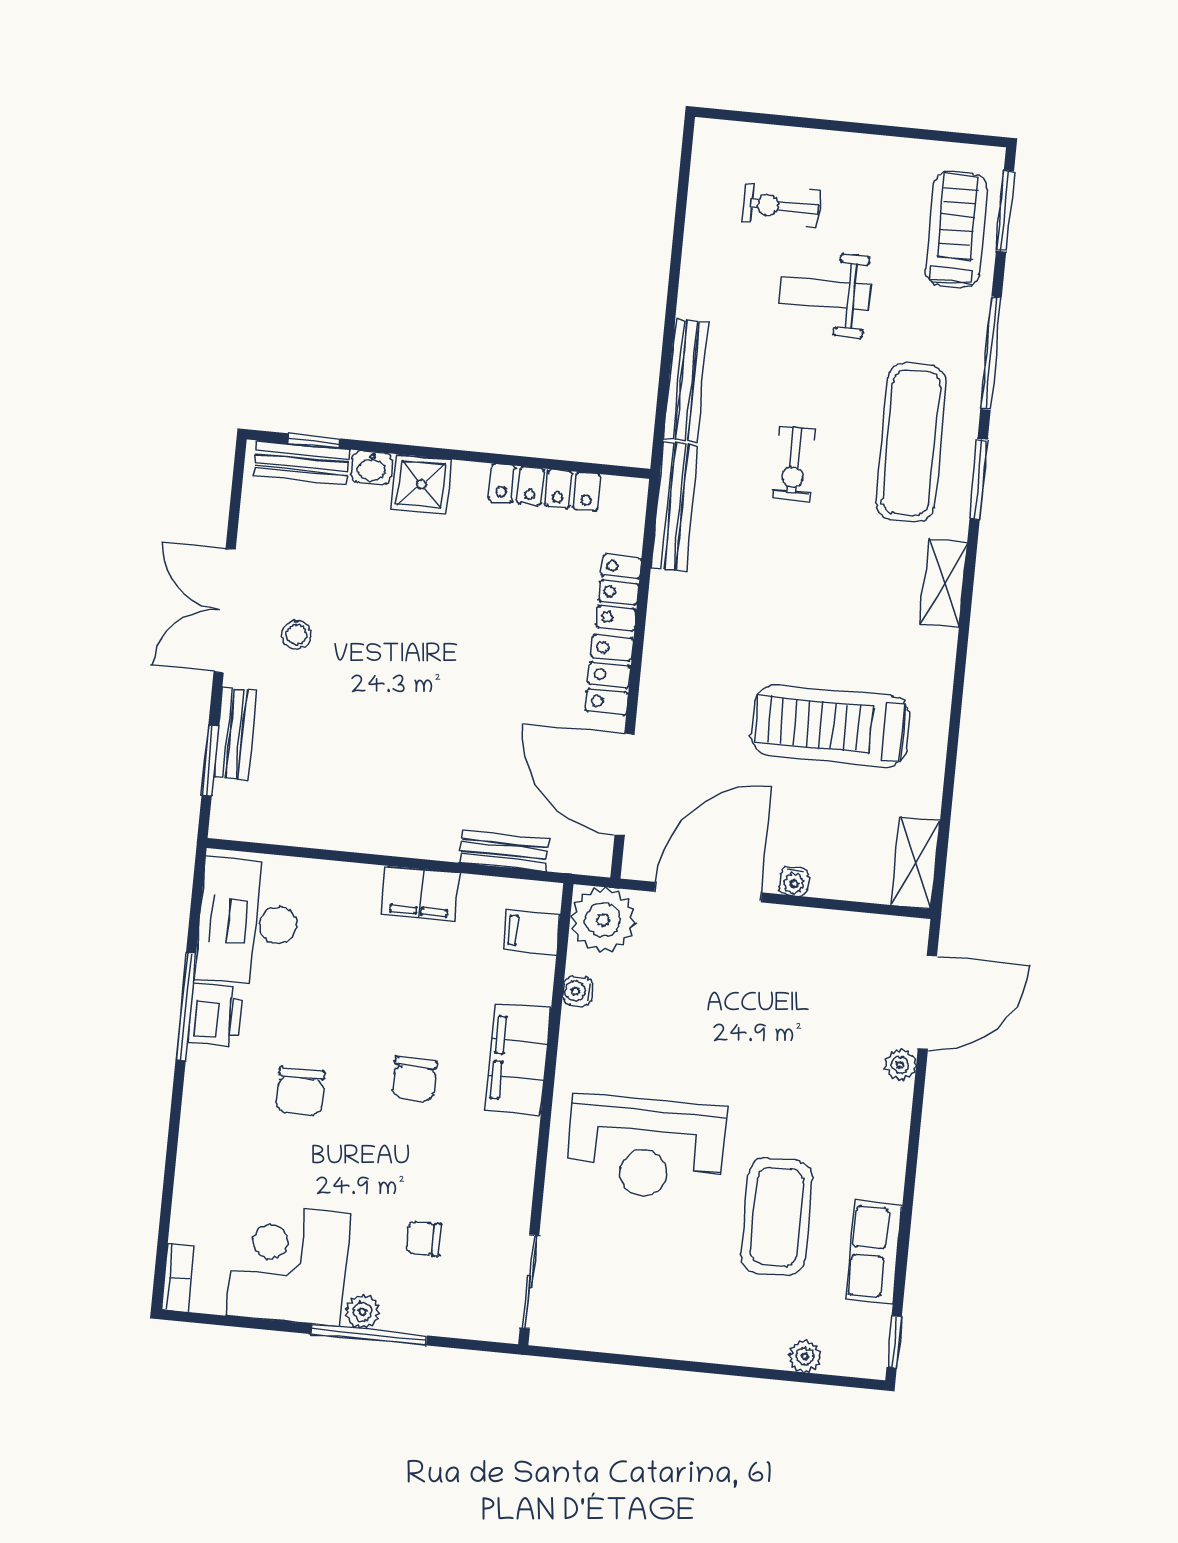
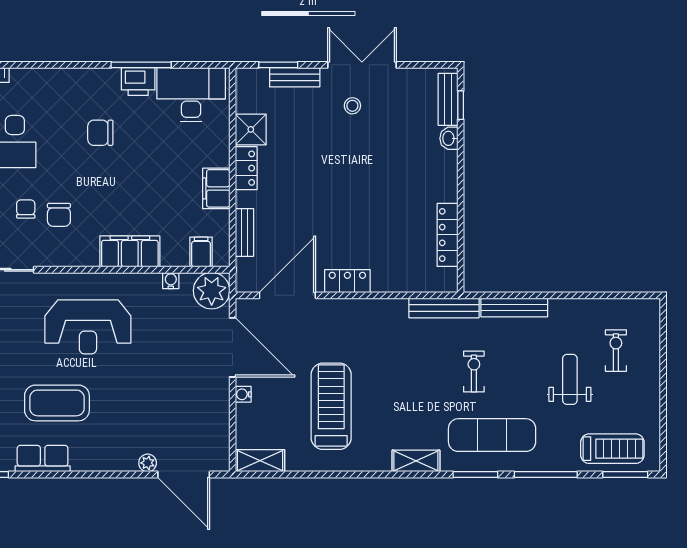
exercise bike: (794, 464) -> (474, 372), turned 90
shower: (421, 484) -> (251, 129), moved
locker: (619, 592) -> (246, 168), moved, turned 90
chair: (415, 1079) -> (59, 215), moved, turned -91
reception desk: (646, 1148) -> (88, 327), turned -90

